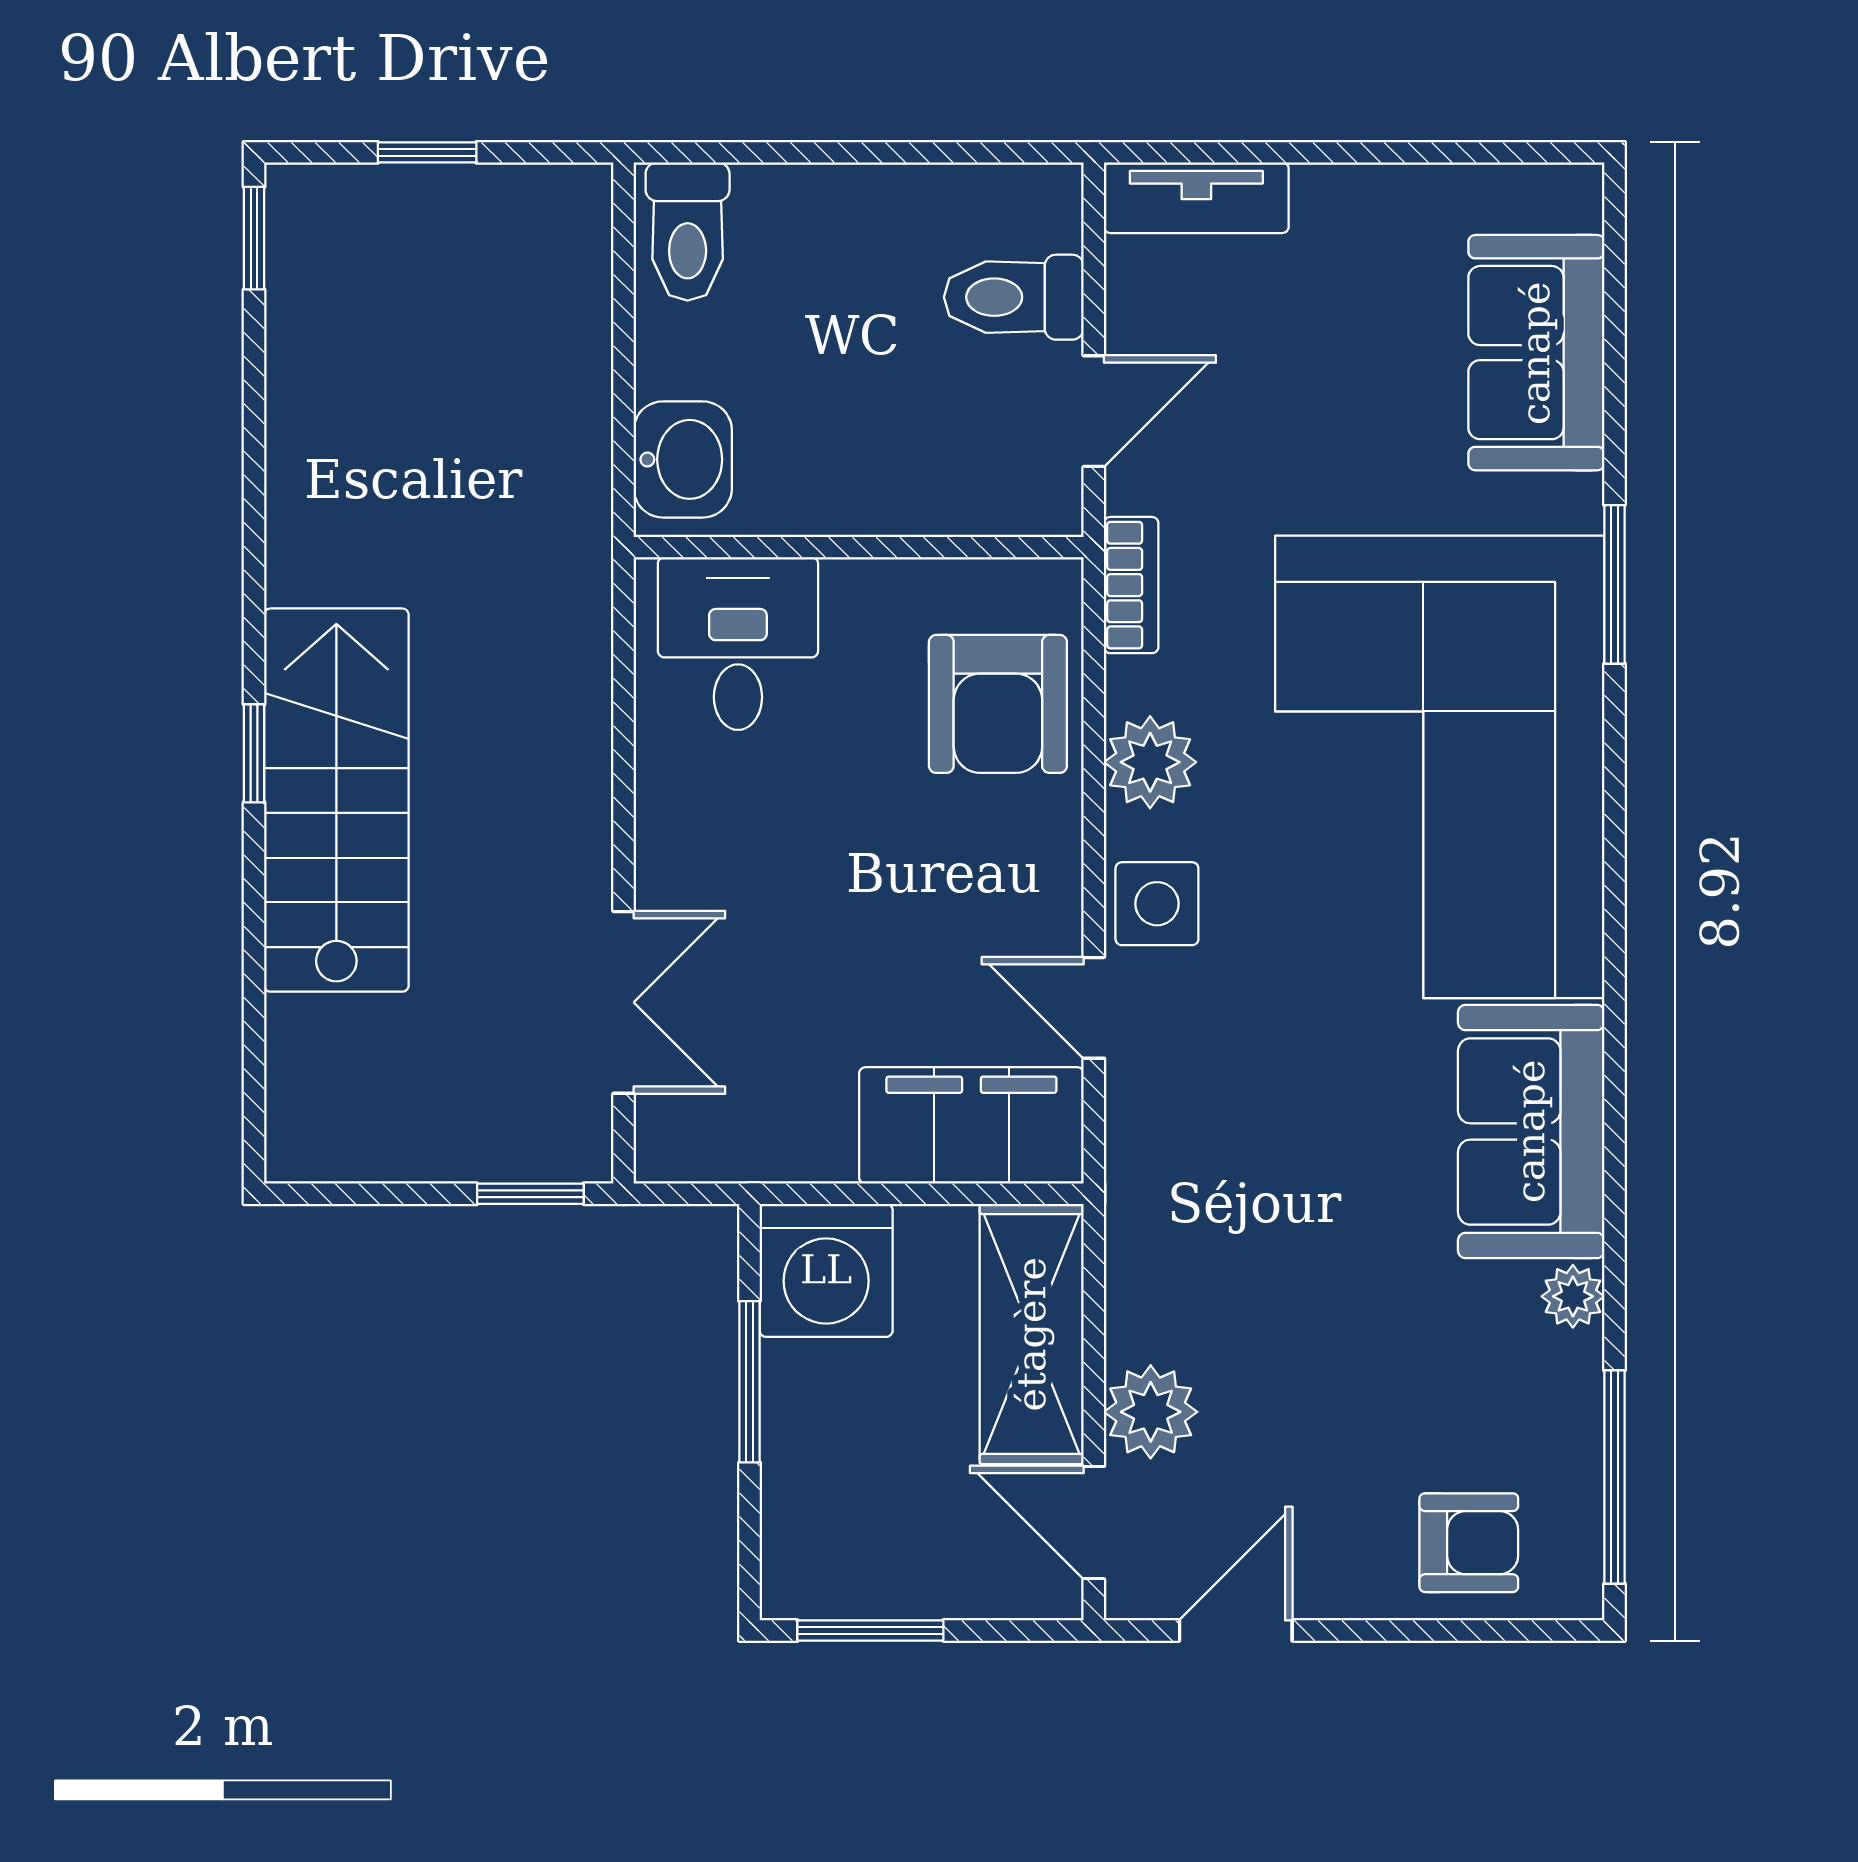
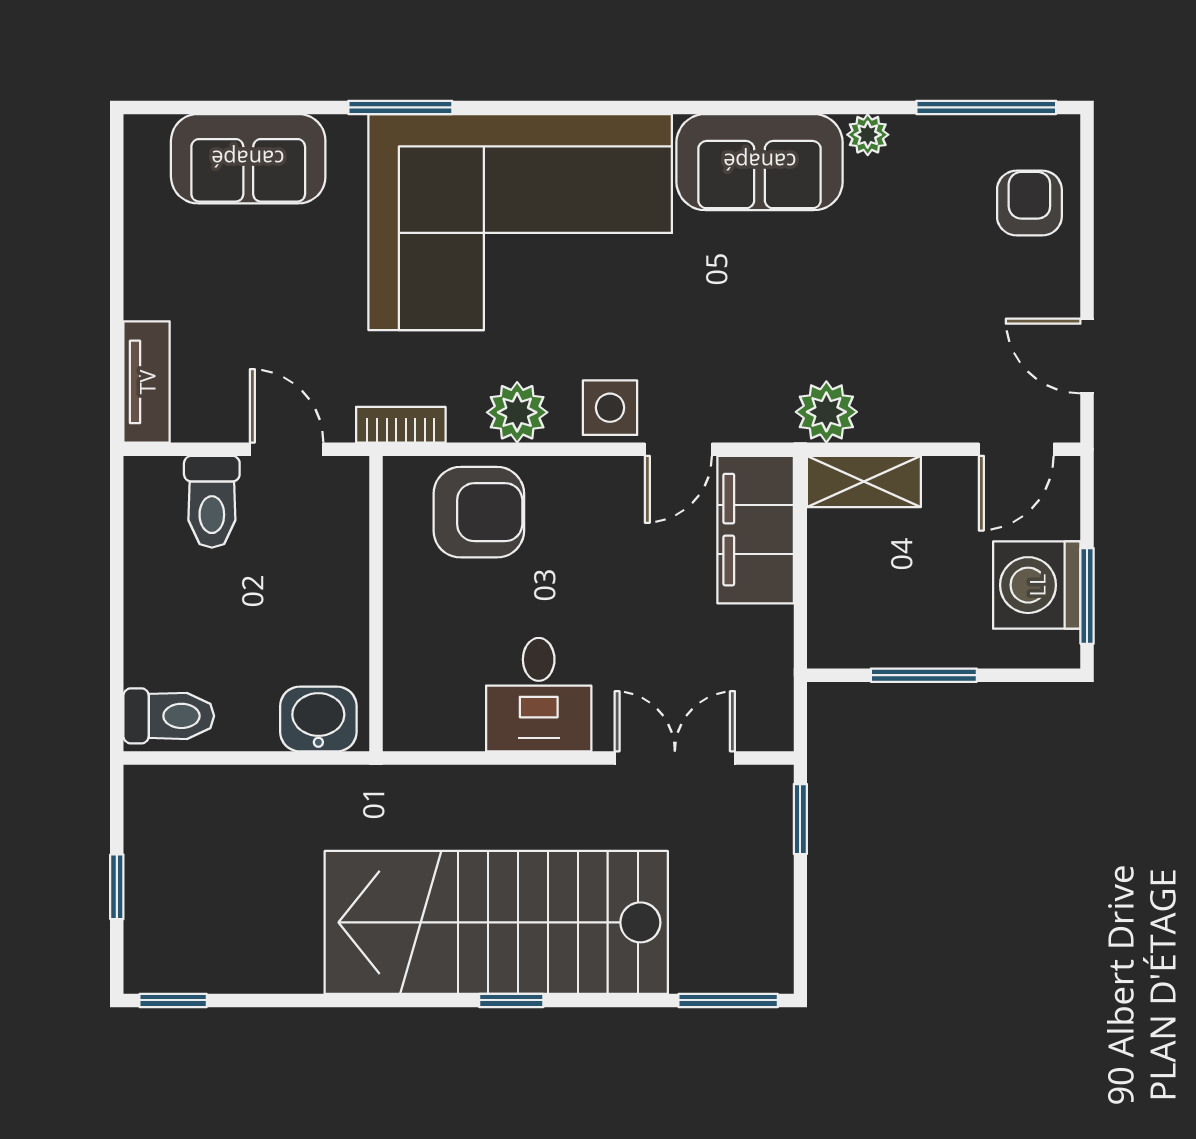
desk: (738, 644) -> (539, 695), moved, turned -90
stairs: (336, 800) -> (496, 922), width x1.36, depth x1.51
window: (254, 1084) -> (728, 1000), added
washing machine: (826, 1270) -> (1037, 585), moved, turned 180
shelving: (1032, 1334) -> (864, 481), width x0.67, depth x0.75
plant: (1151, 1412) -> (826, 412), moved

